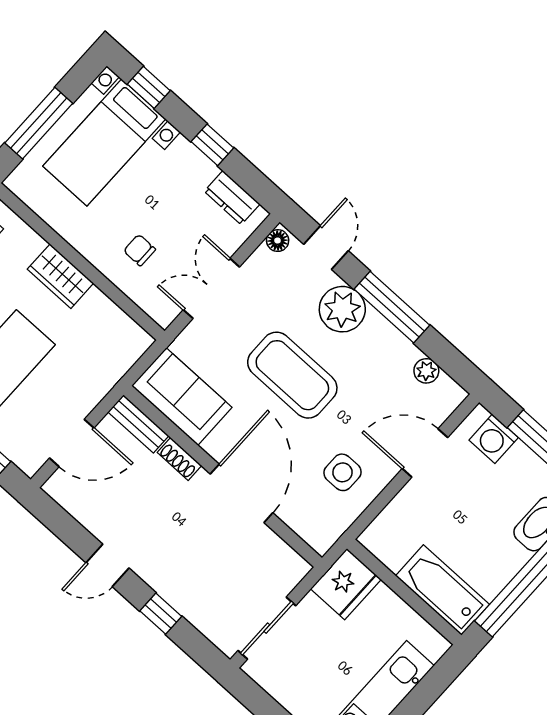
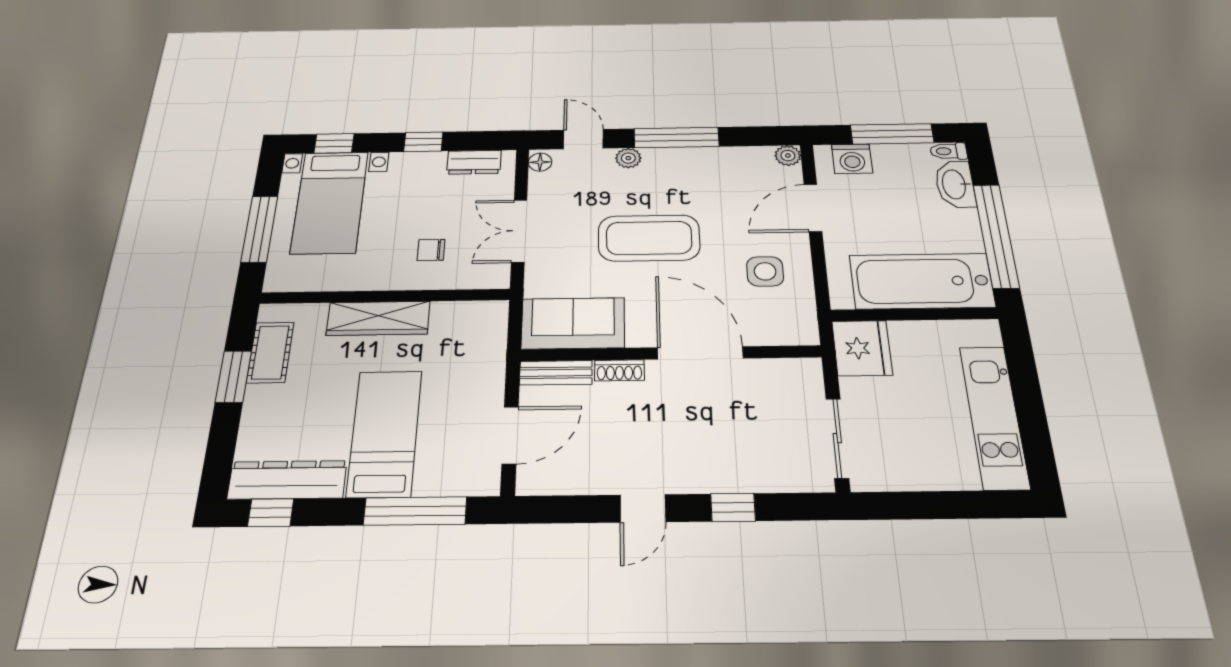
wardrobe: (60, 276) -> (378, 318), width x1.50
plant: (342, 309) -> (628, 158), width x0.53, depth x0.53
plant: (426, 371) -> (788, 156), moved
bathtub: (442, 590) -> (922, 281), width x1.36, depth x1.36

